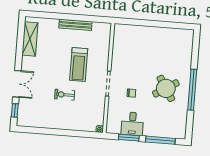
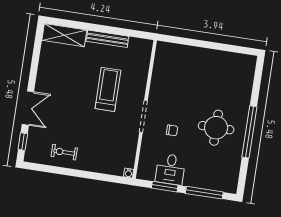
shelving: (30, 39) -> (64, 35), moved, turned 90
treadmill: (79, 65) -> (108, 89), turned 180
round table: (166, 88) -> (216, 128), turned 32
exercise bike: (65, 95) -> (64, 152), moved

